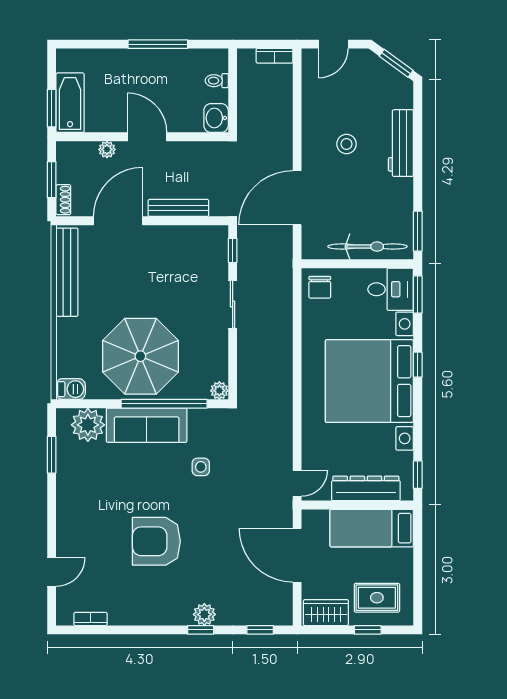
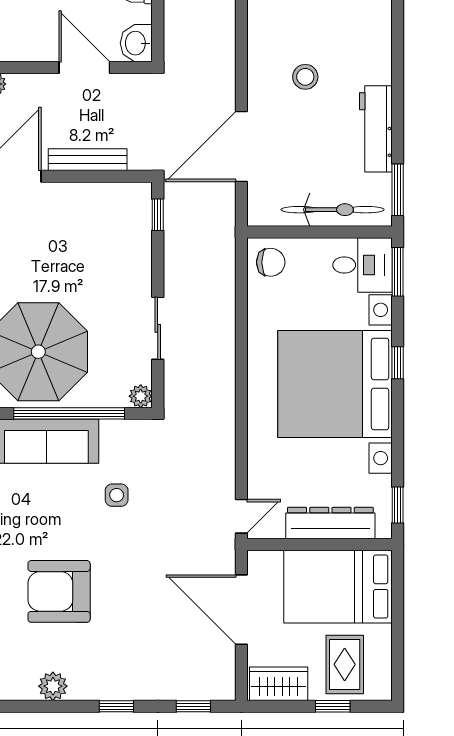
door: (147, 137) -> (84, 67), moved
workbench: (401, 143) -> (376, 129), moved
chair: (320, 287) -> (271, 262), turned -90
sliding door: (233, 304) -> (158, 328), moved
bed: (372, 528) -> (338, 587), width x1.50
rug: (377, 598) -> (345, 664), turned 90
plant: (204, 614) -> (53, 686), moved

